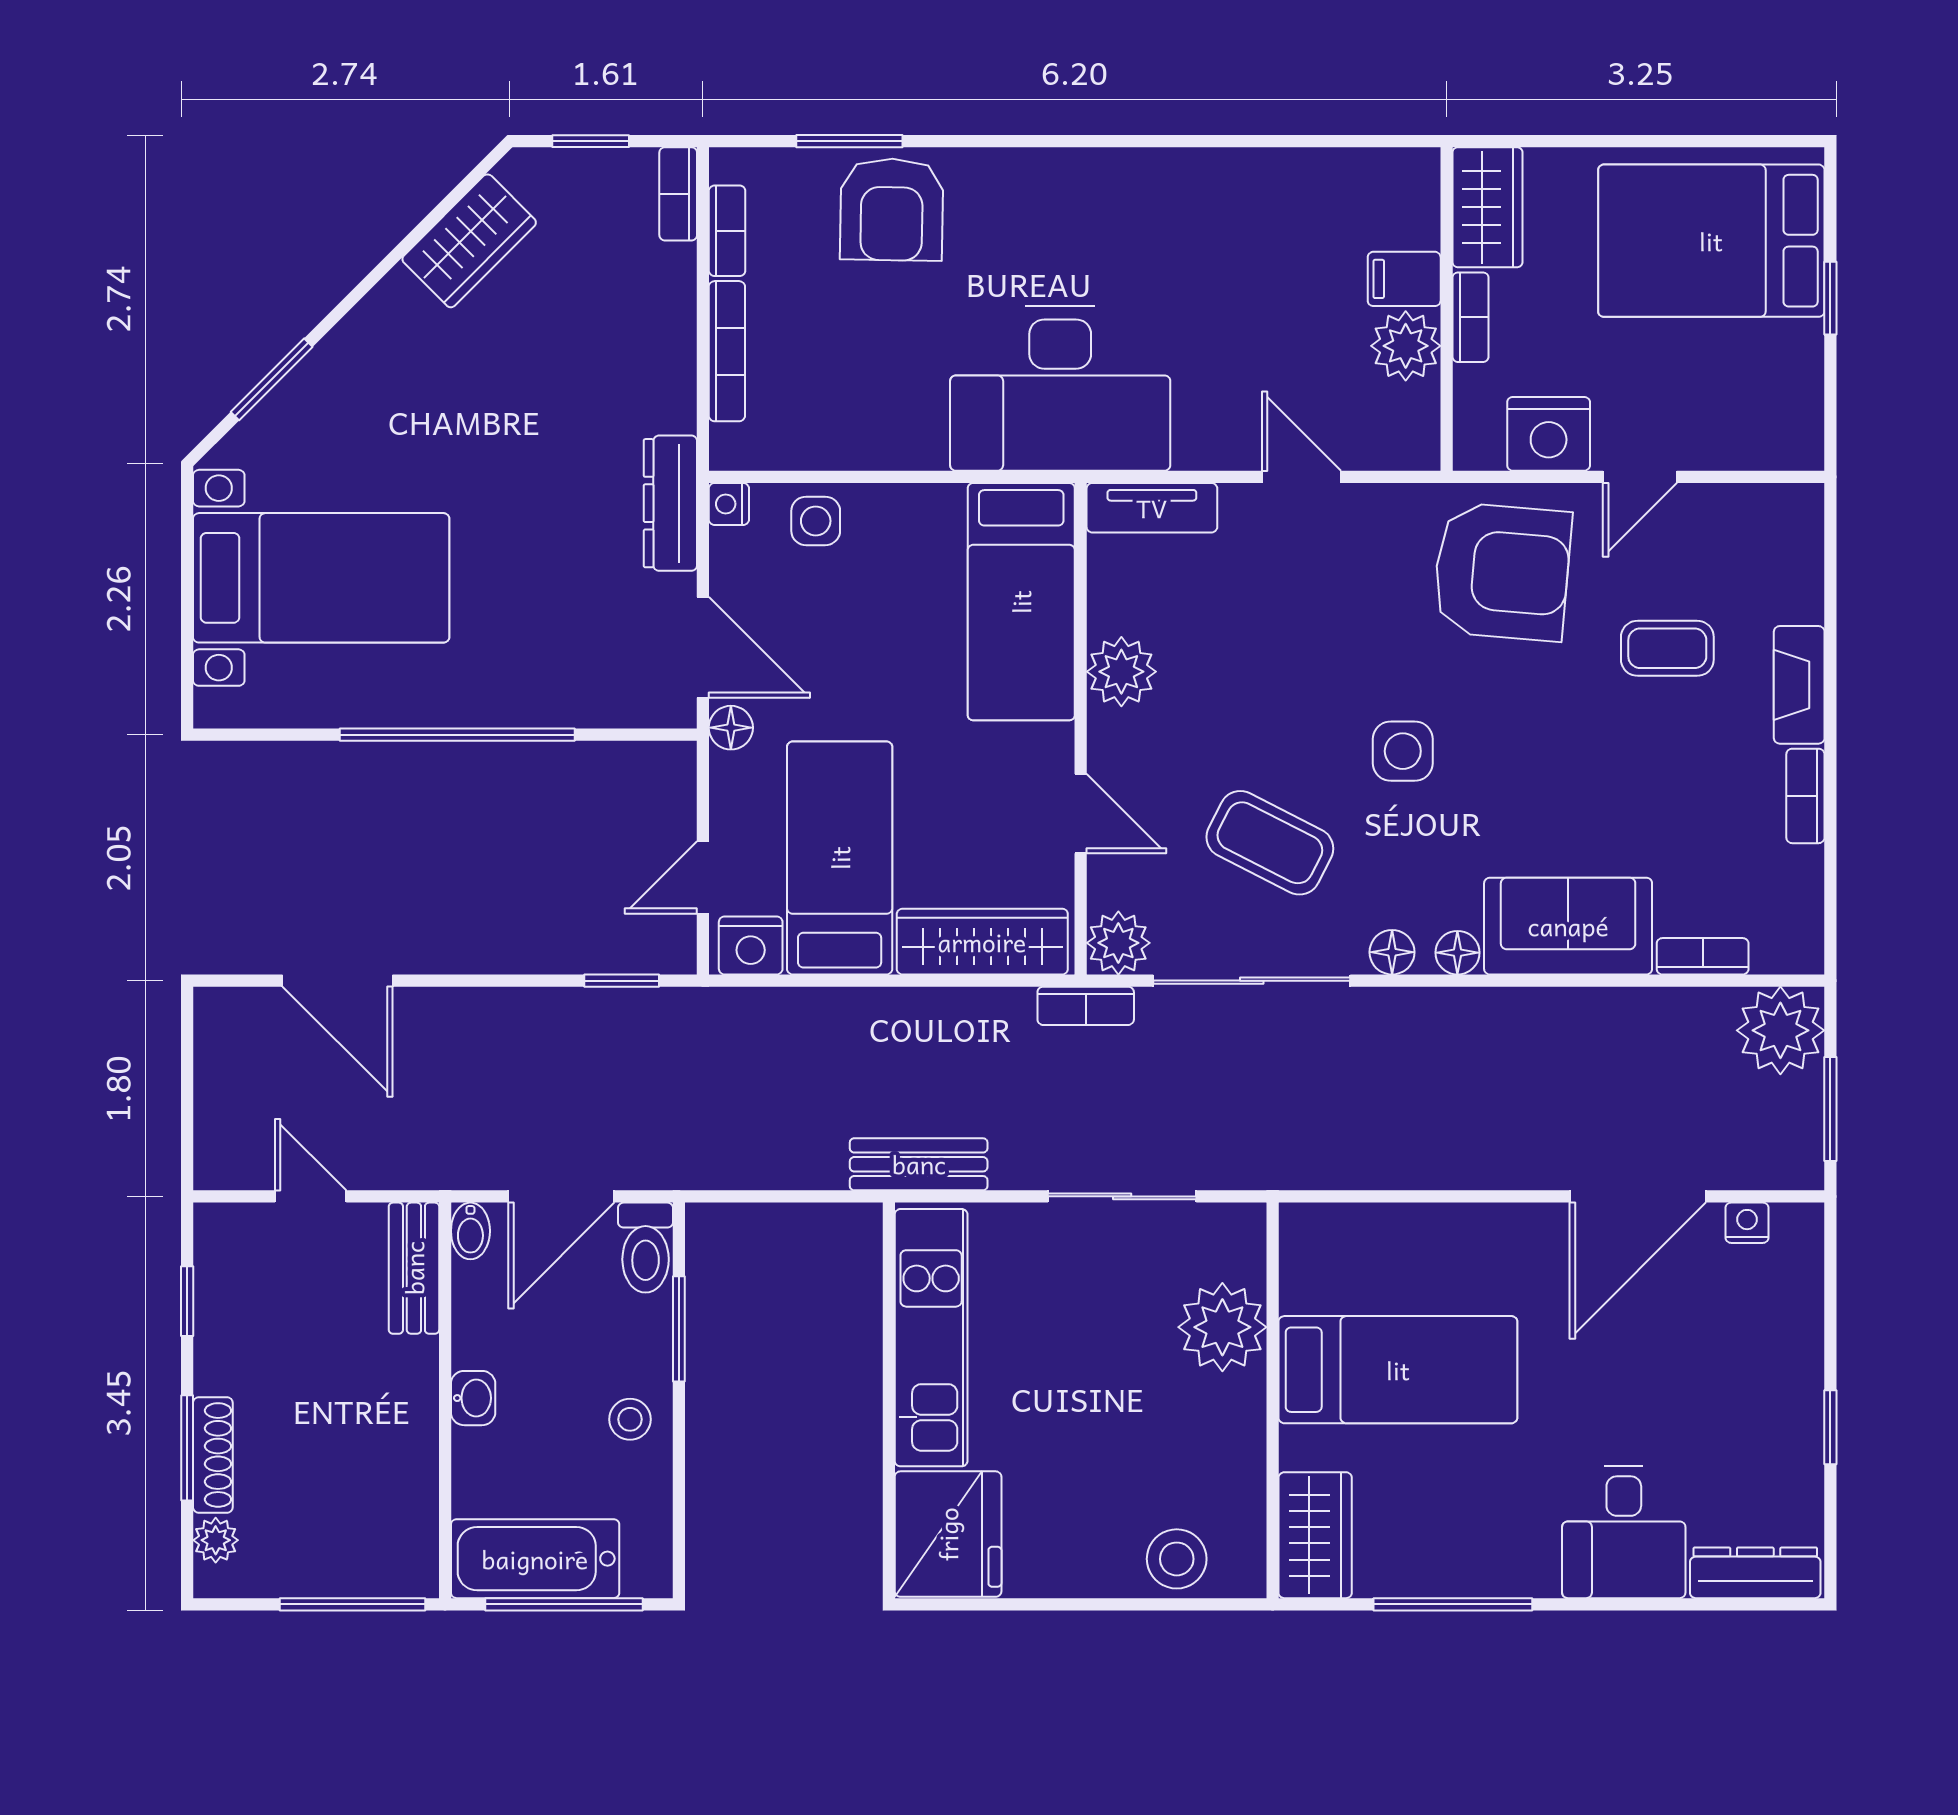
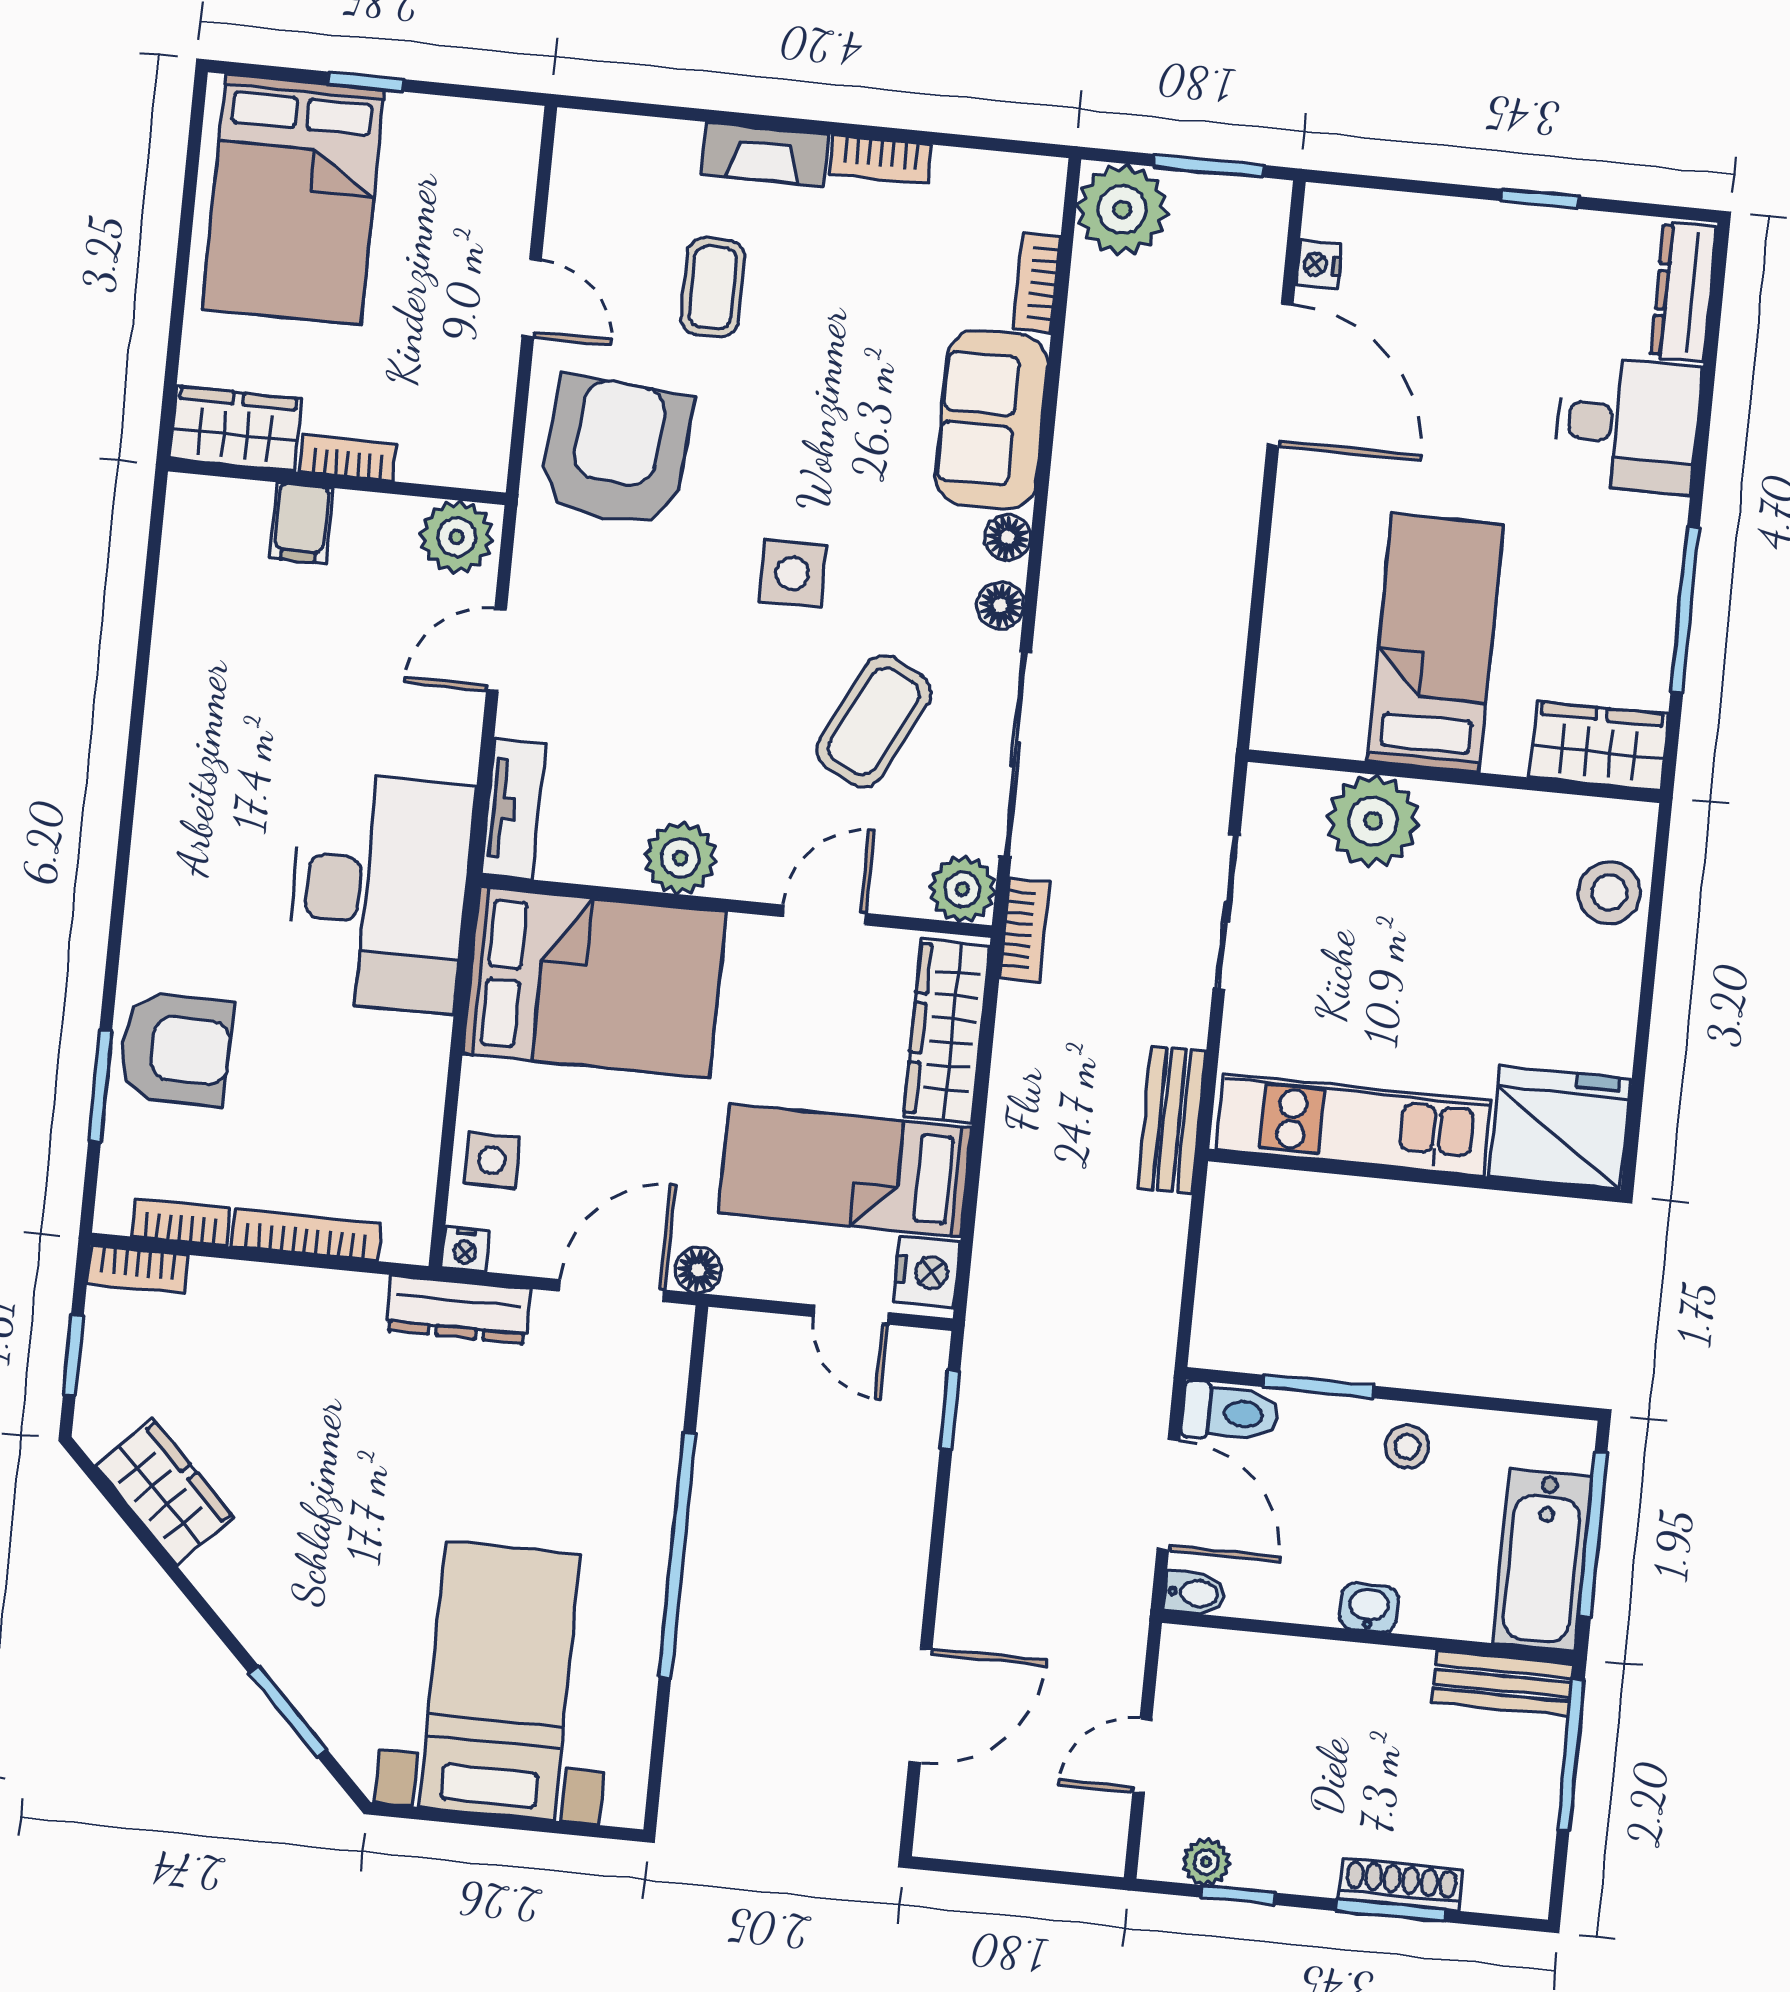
plant: (1406, 346) -> (457, 537), moved
nightstand: (1549, 434) -> (477, 389), removed
bed: (1021, 602) -> (594, 983), width x1.50
bench: (414, 1268) -> (1503, 1683), moved
plant: (216, 1540) -> (1206, 1862), moved

